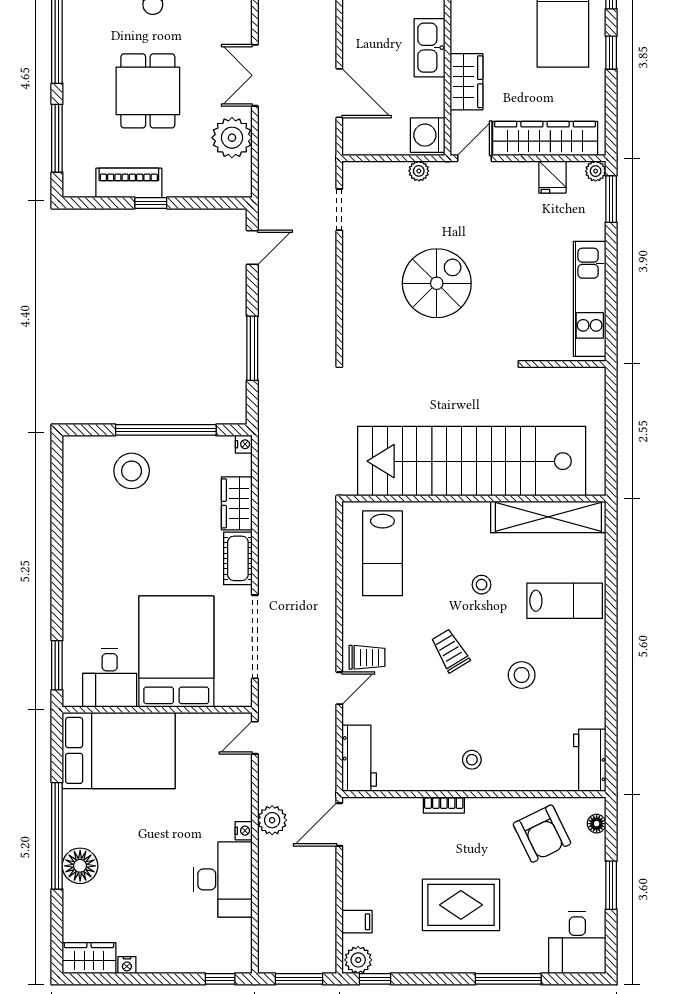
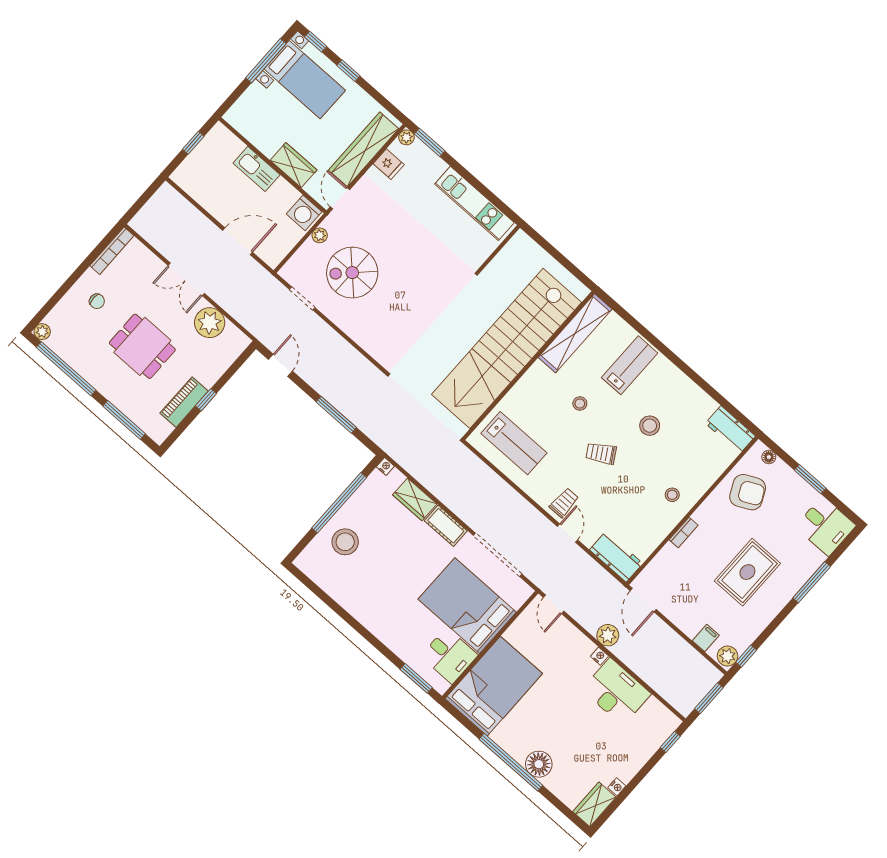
spiral stairs: (437, 283) -> (352, 273), moved, turned -90

